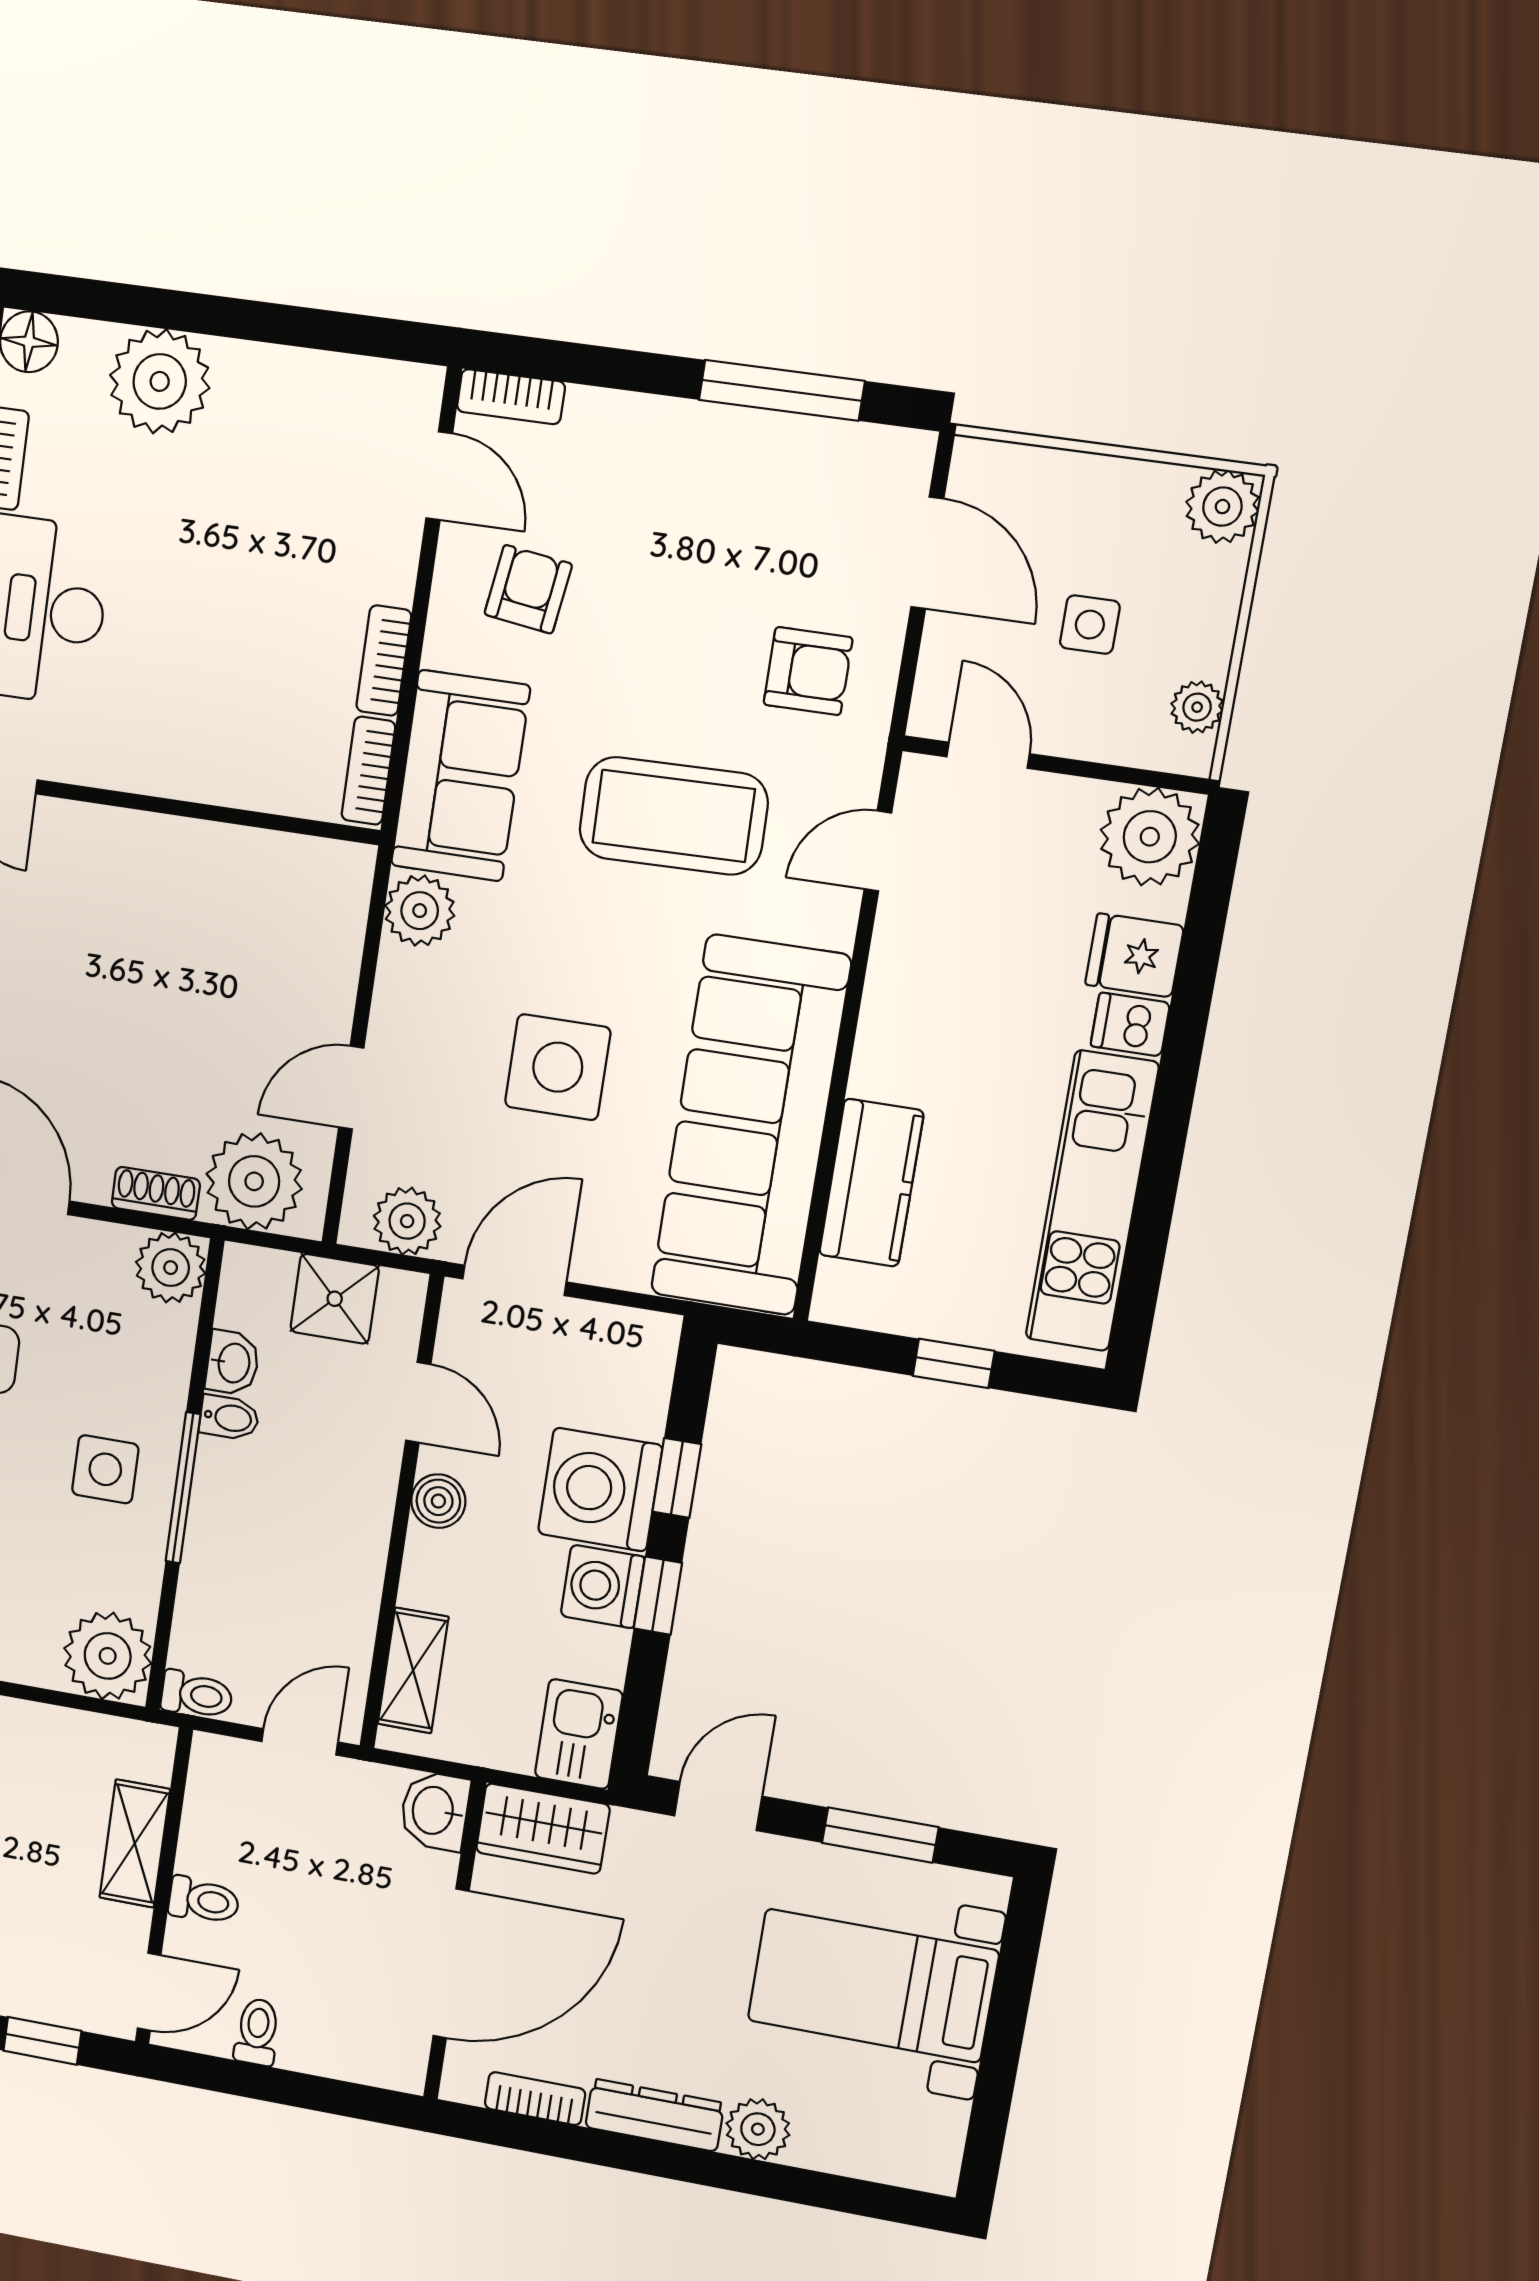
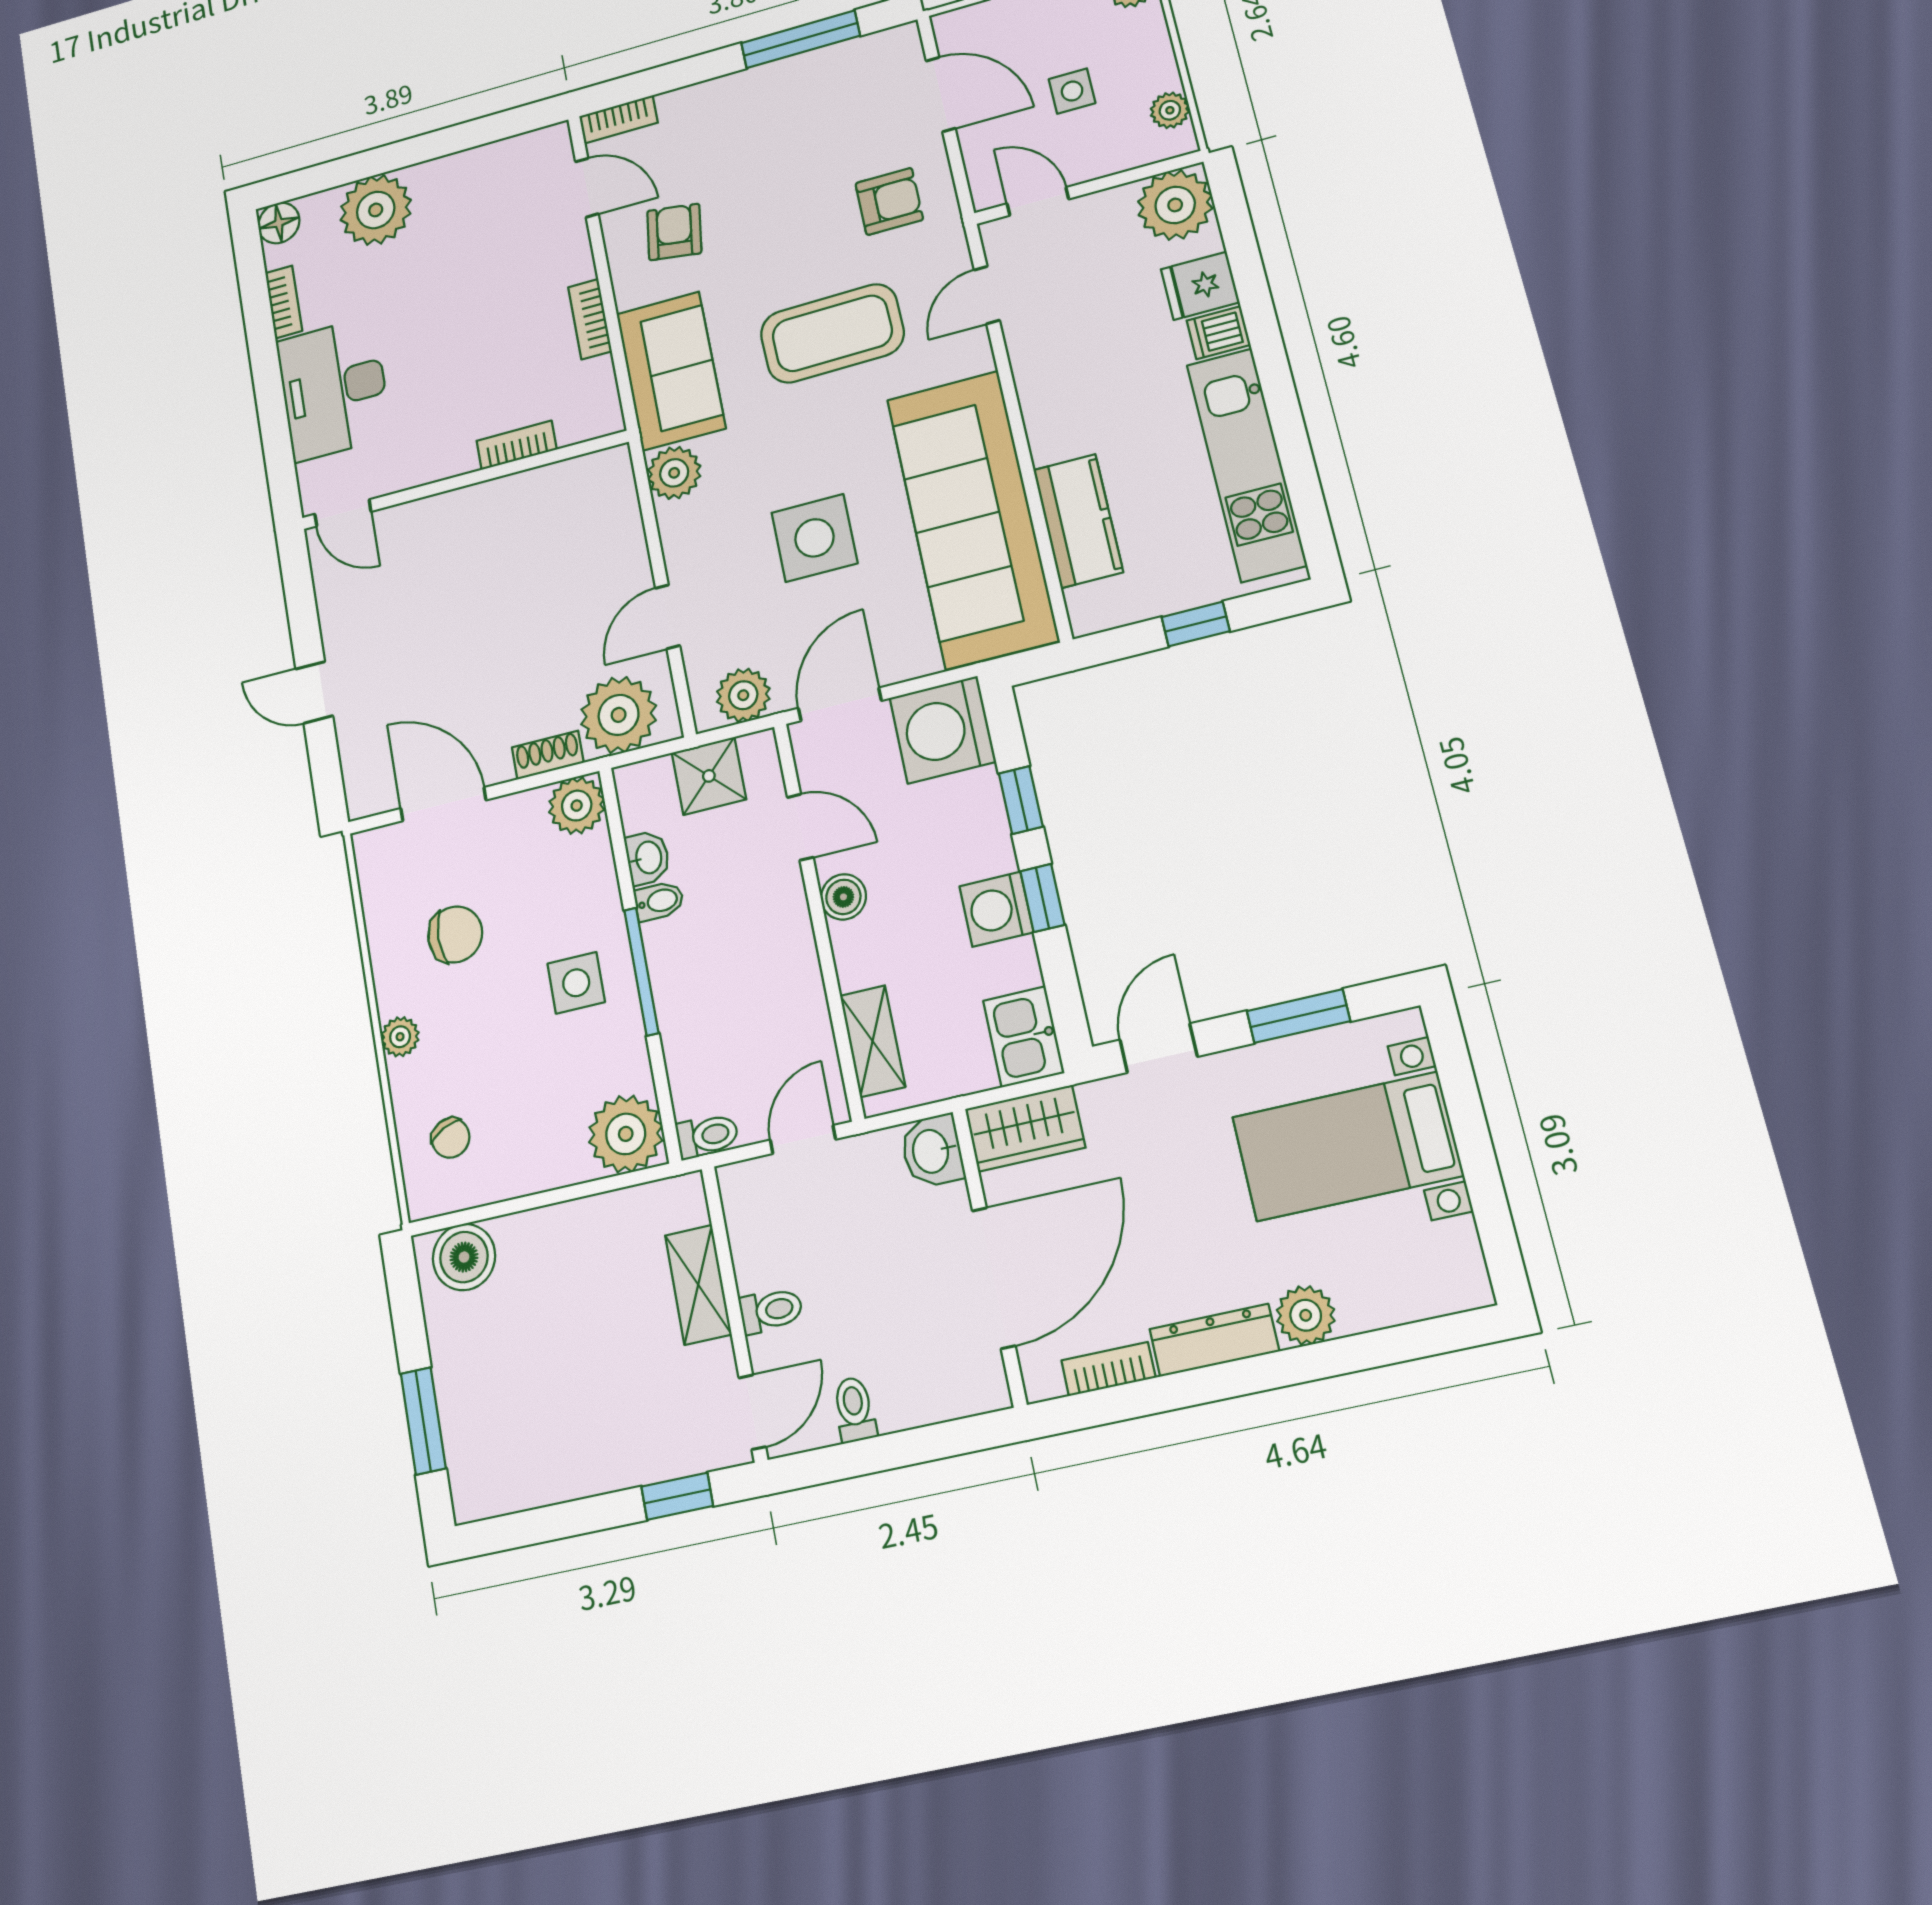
bookcase: (368, 771) -> (517, 445), moved, turned 90
washing machine: (600, 1489) -> (943, 730), moved

